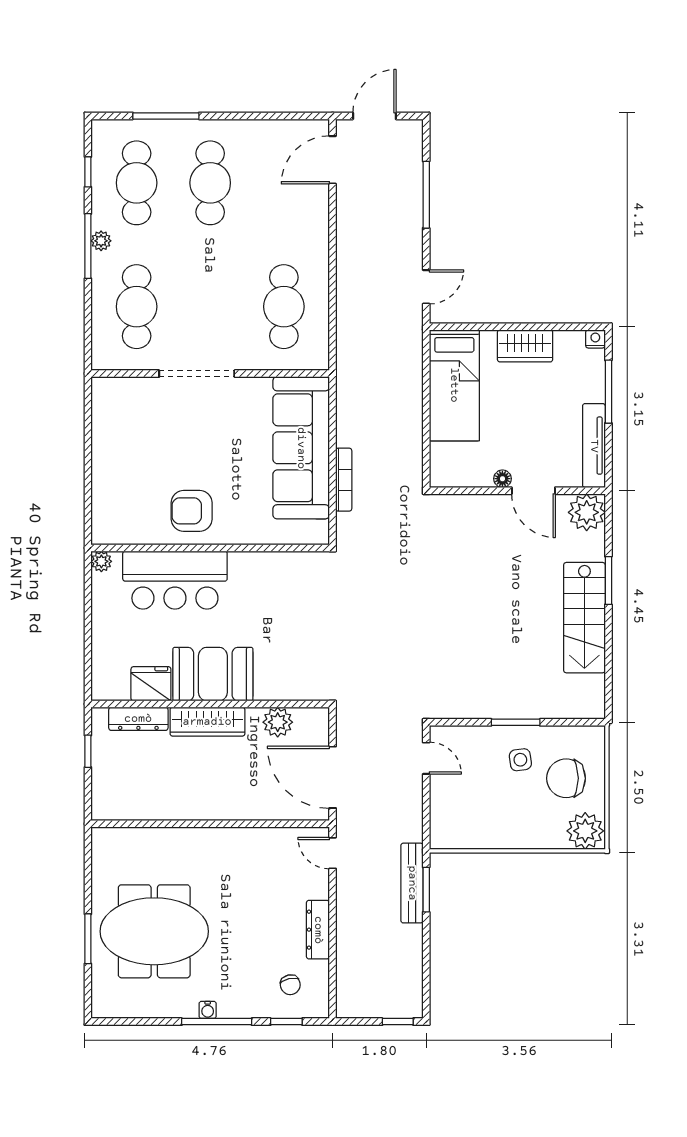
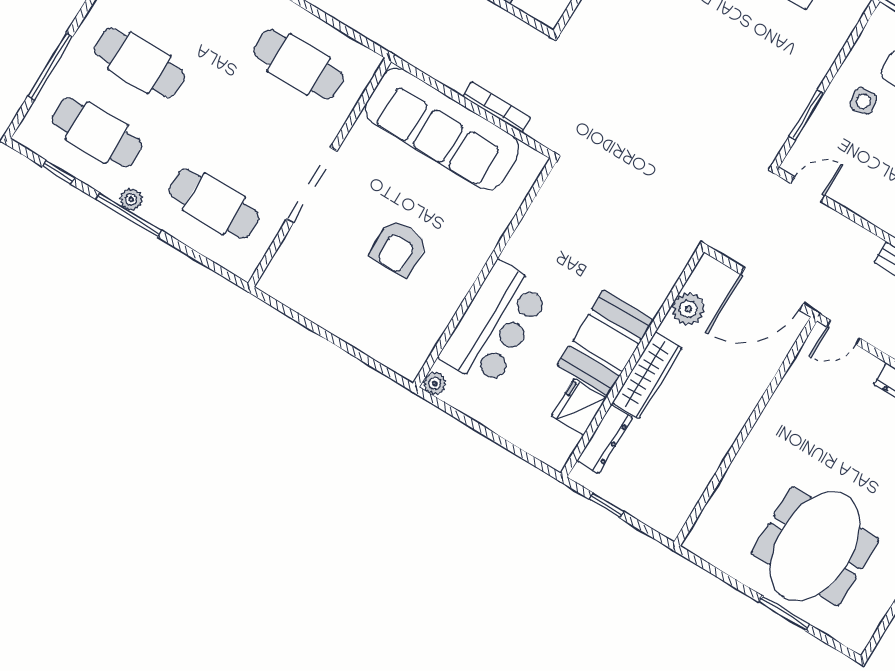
armchair: (192, 511) -> (399, 248), moved
window: (516, 722) -> (807, 115), moved

